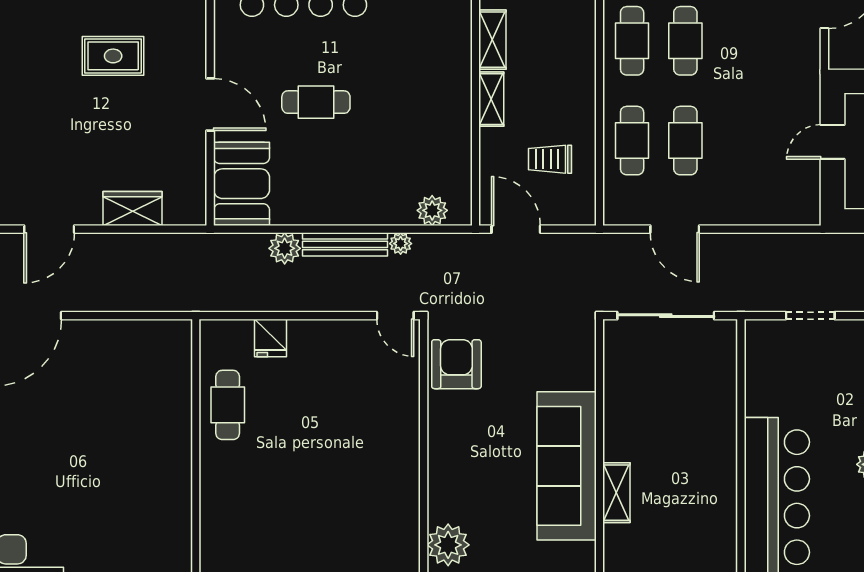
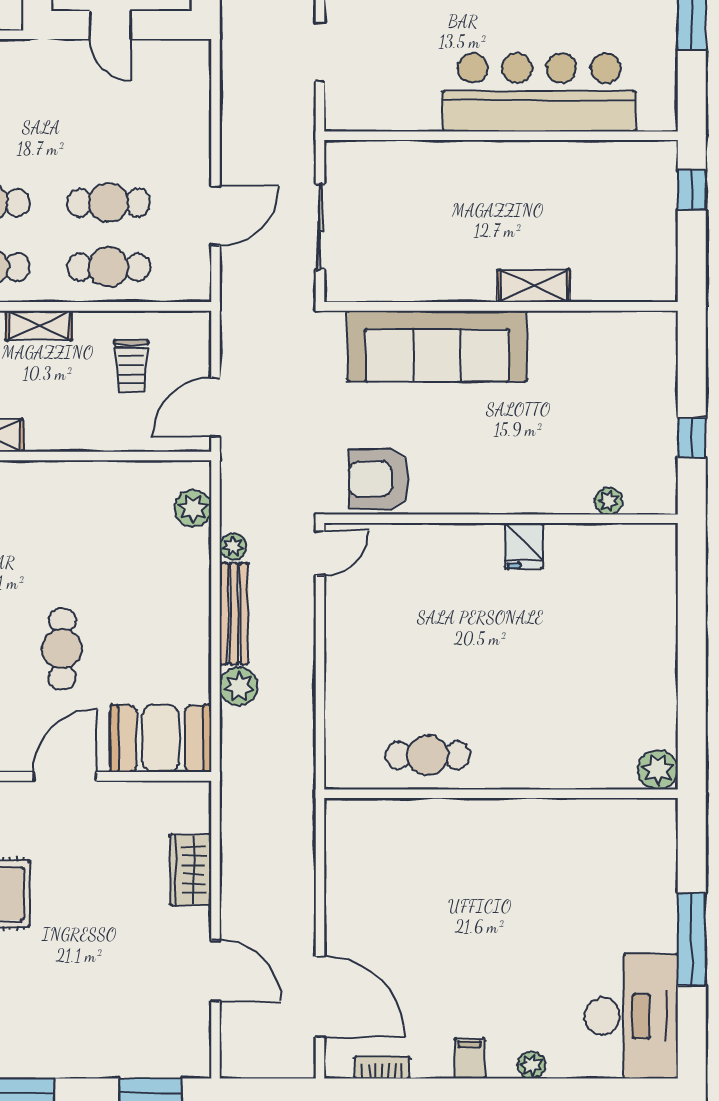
shelving: (491, 99) -> (39, 325), moved
sliding door: (666, 316) -> (320, 226), width x0.73
fridge: (271, 338) -> (524, 546), moved, turned 90
sofa: (567, 466) -> (437, 346), moved
plant: (448, 545) -> (608, 501), width x0.53, depth x0.53

